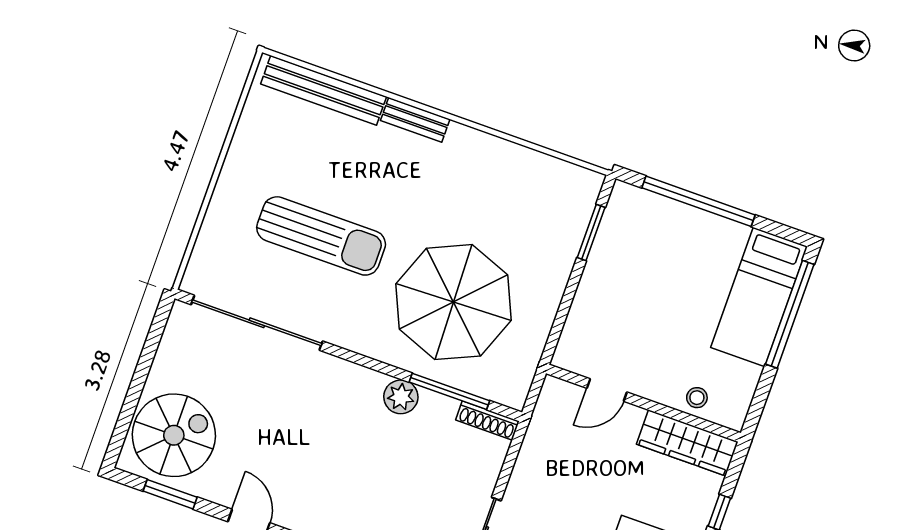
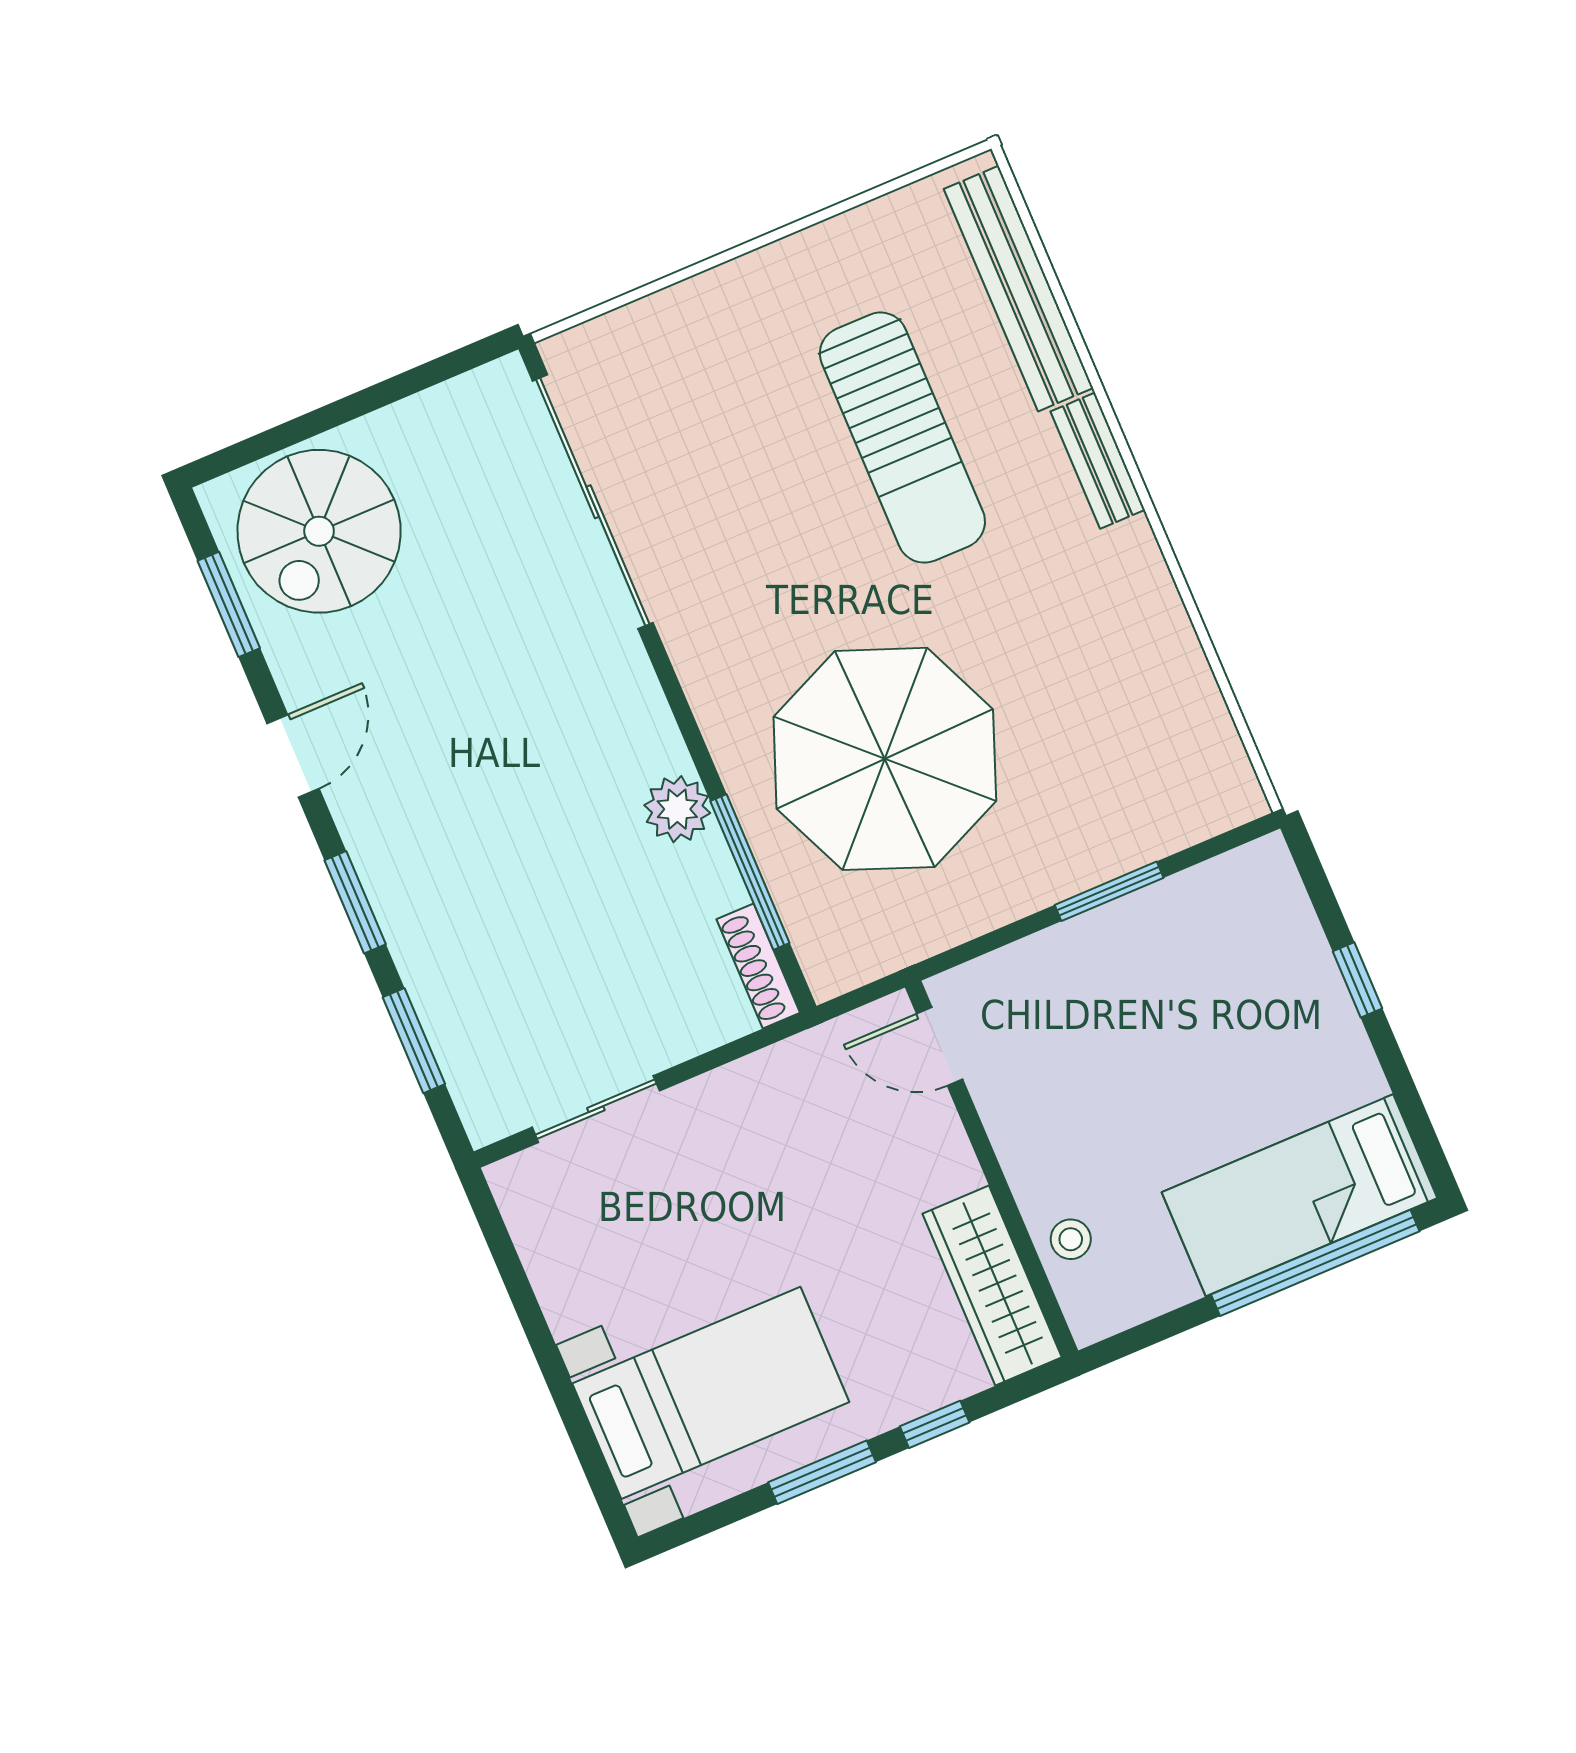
window: (699, 201) -> (1357, 980), width x0.32
window: (591, 233) -> (1109, 891), moved
sun lounger: (321, 236) -> (902, 438), moved
door: (607, 390) -> (940, 1047), moved
spiral stairs: (174, 435) -> (319, 531), turned 90

